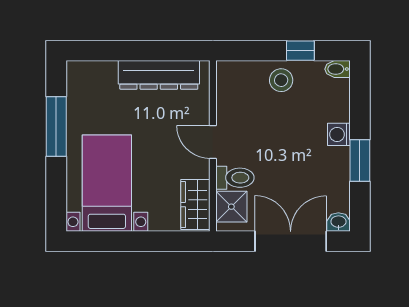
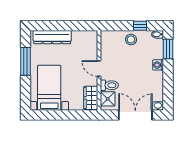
dresser: (159, 75) -> (52, 37), moved
window: (360, 160) -> (168, 49), moved

